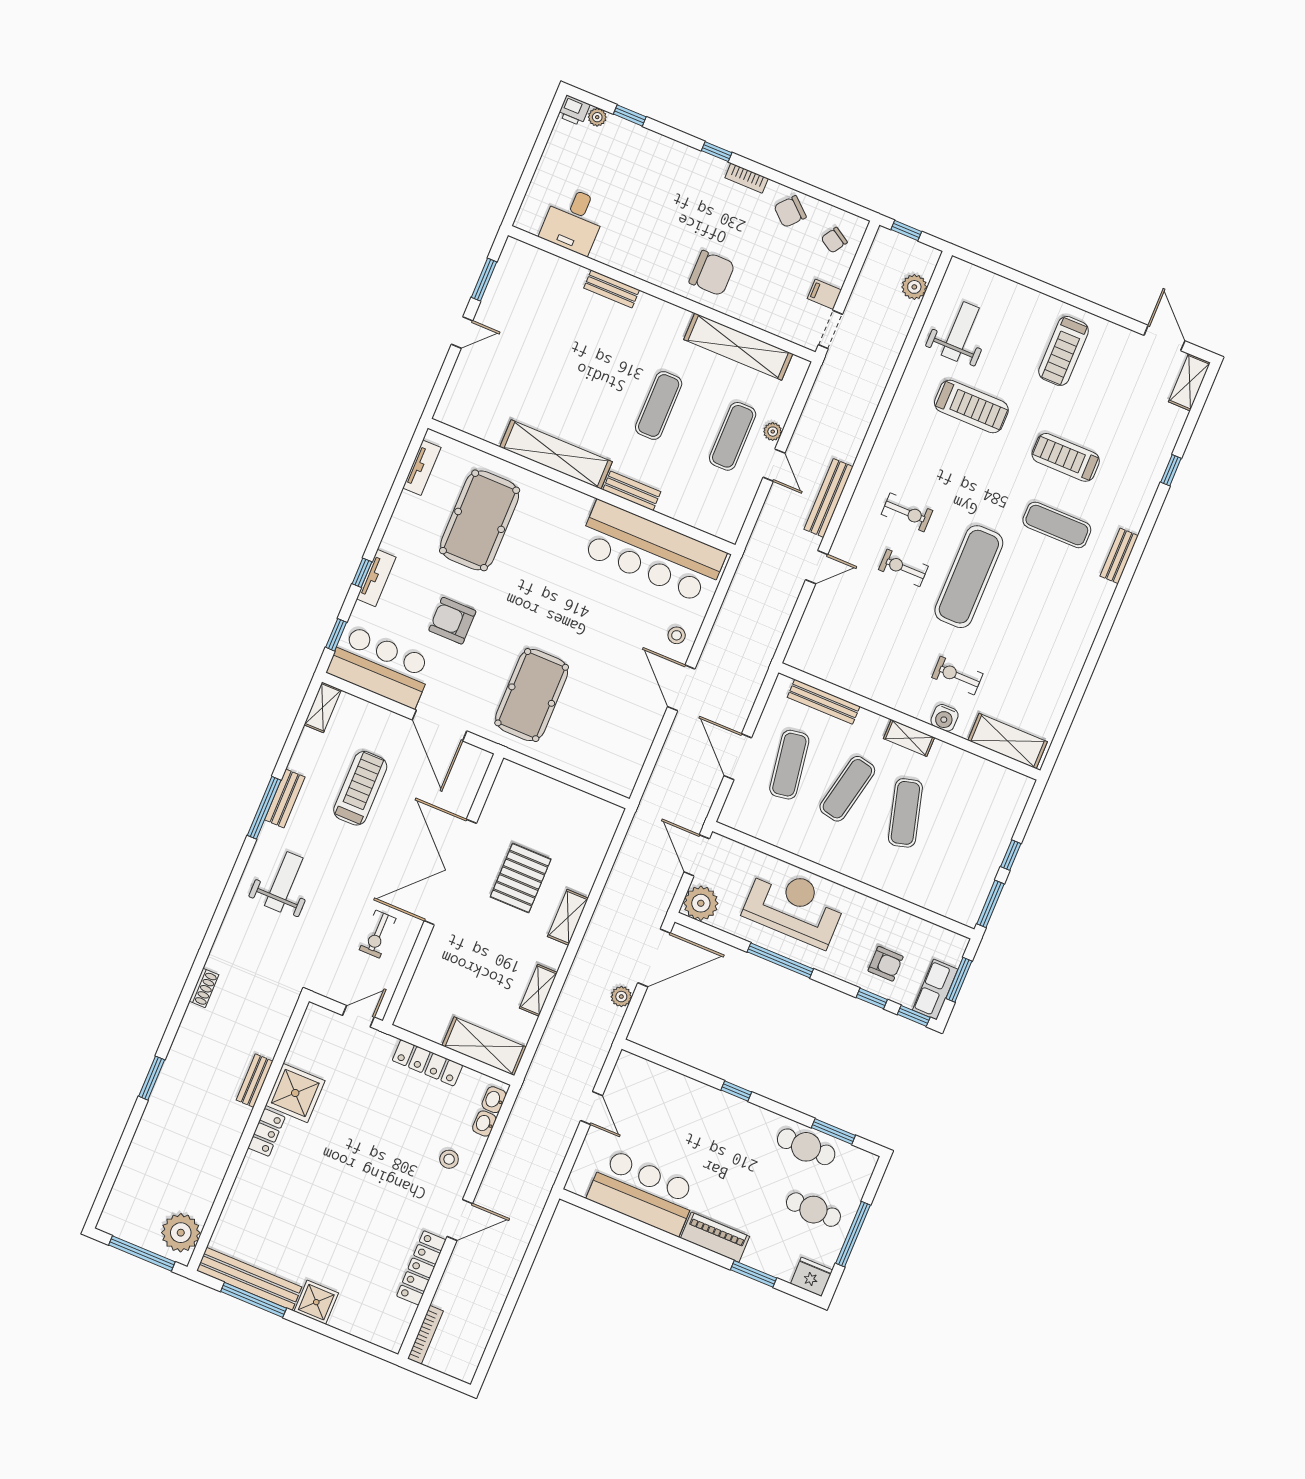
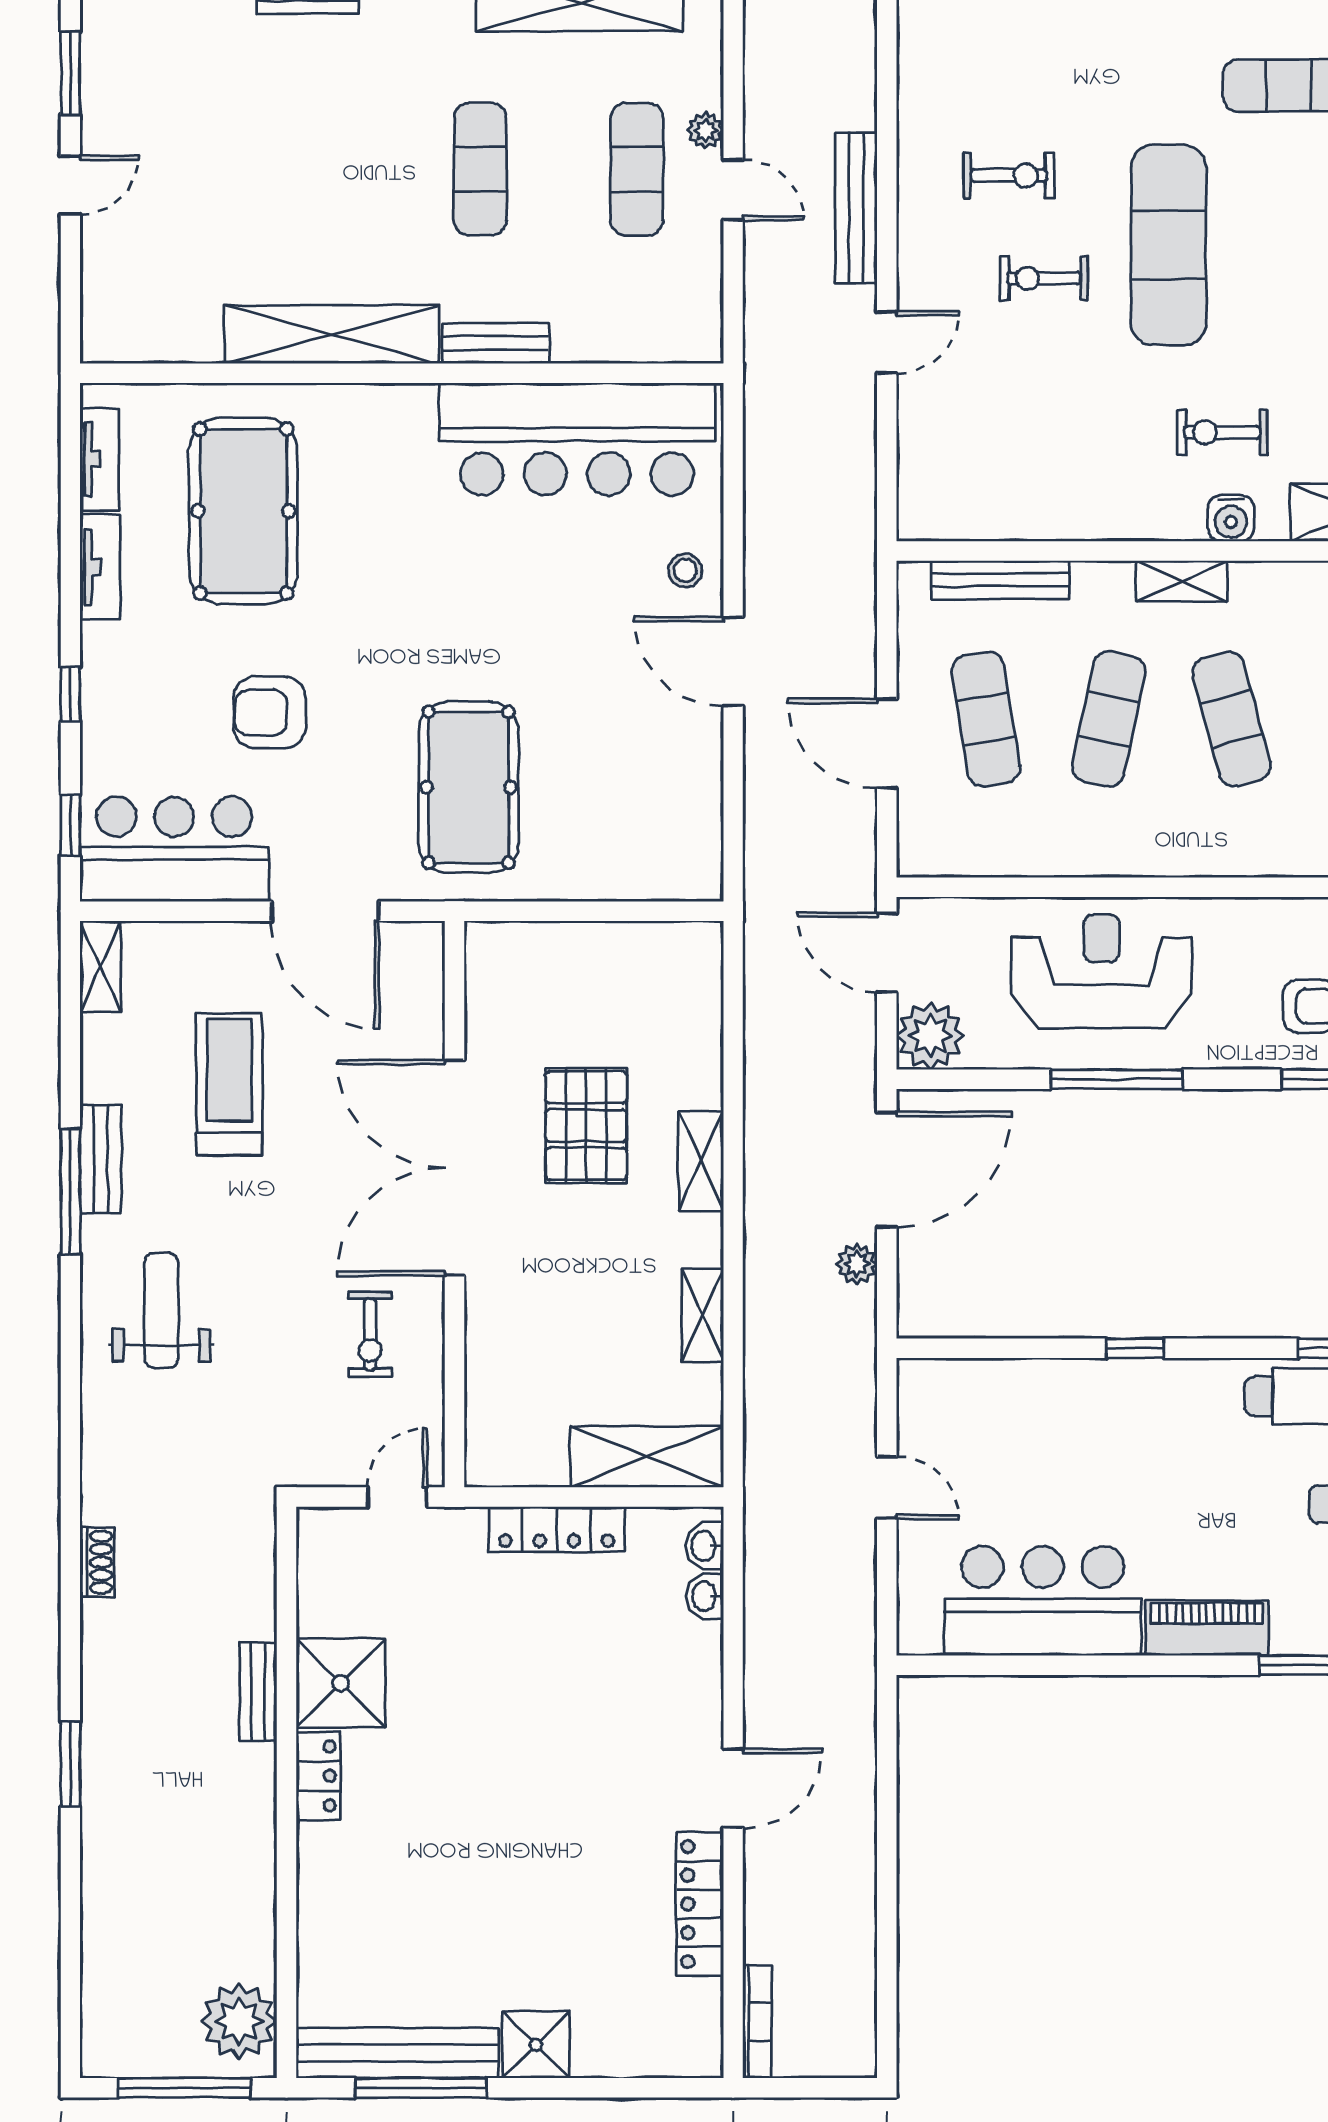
tv unit: (376, 578) -> (100, 567), moved
stool: (449, 1159) -> (668, 1687), removed

